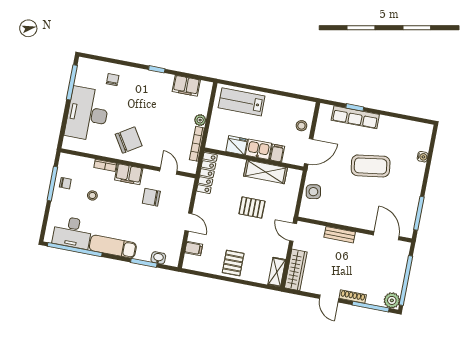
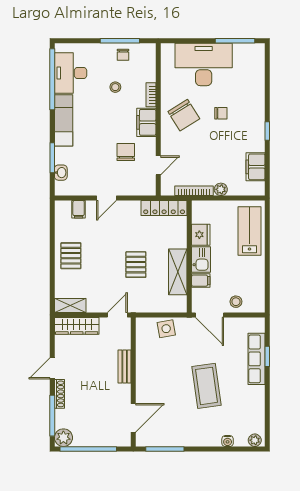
chair: (113, 80) -> (221, 113), moved
plant: (426, 133) -> (255, 440), added
pallet: (233, 263) -> (71, 256), turned 90

